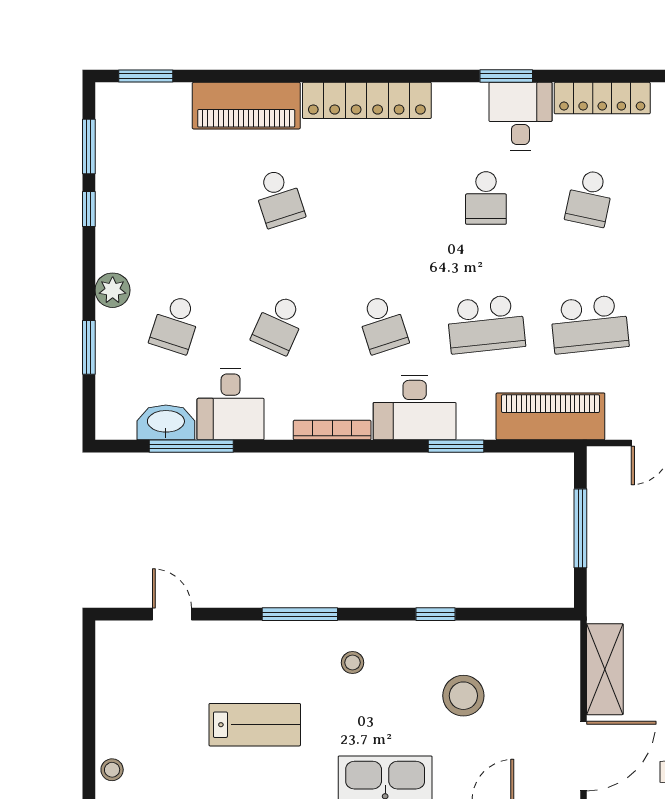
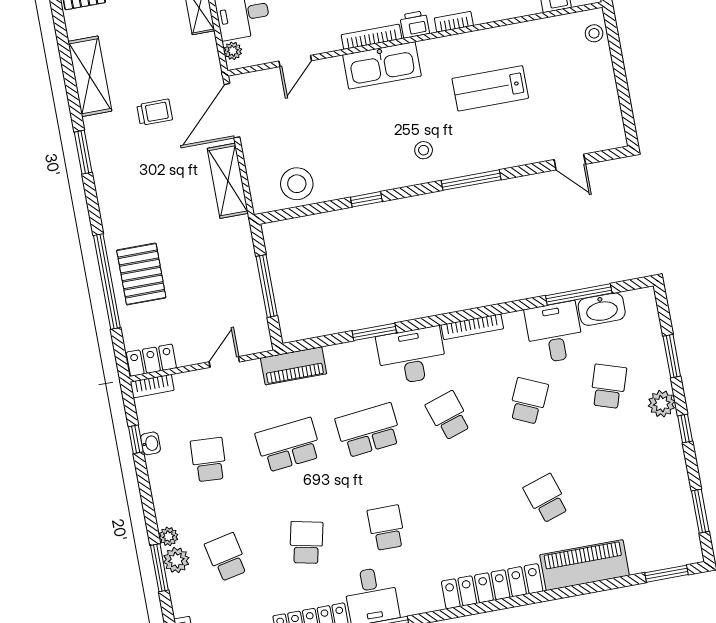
window: (89, 209) -> (685, 429), moved
piano: (550, 416) -> (294, 366), width x0.73, depth x0.75
stool: (463, 696) -> (297, 184), moved

